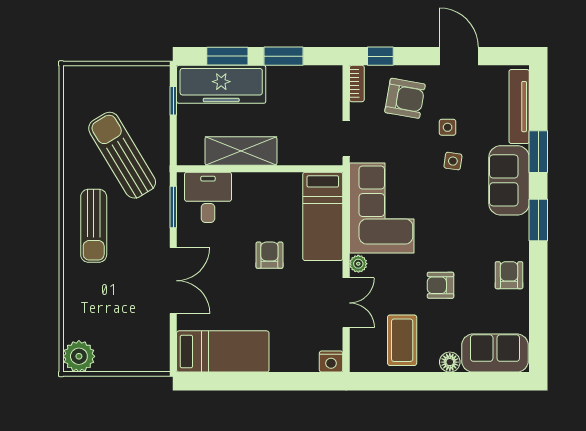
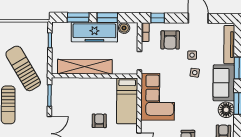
boiler: (316, 76) -> (124, 28), added
freezer: (221, 84) -> (94, 32), moved
armchair: (405, 98) -> (170, 40), turned 80
shelving: (241, 151) -> (85, 67), width x1.47
desk: (208, 197) -> (68, 91), removed
floor lamp: (514, 232) -> (226, 110), added
plant: (358, 264) -> (145, 126), removed

